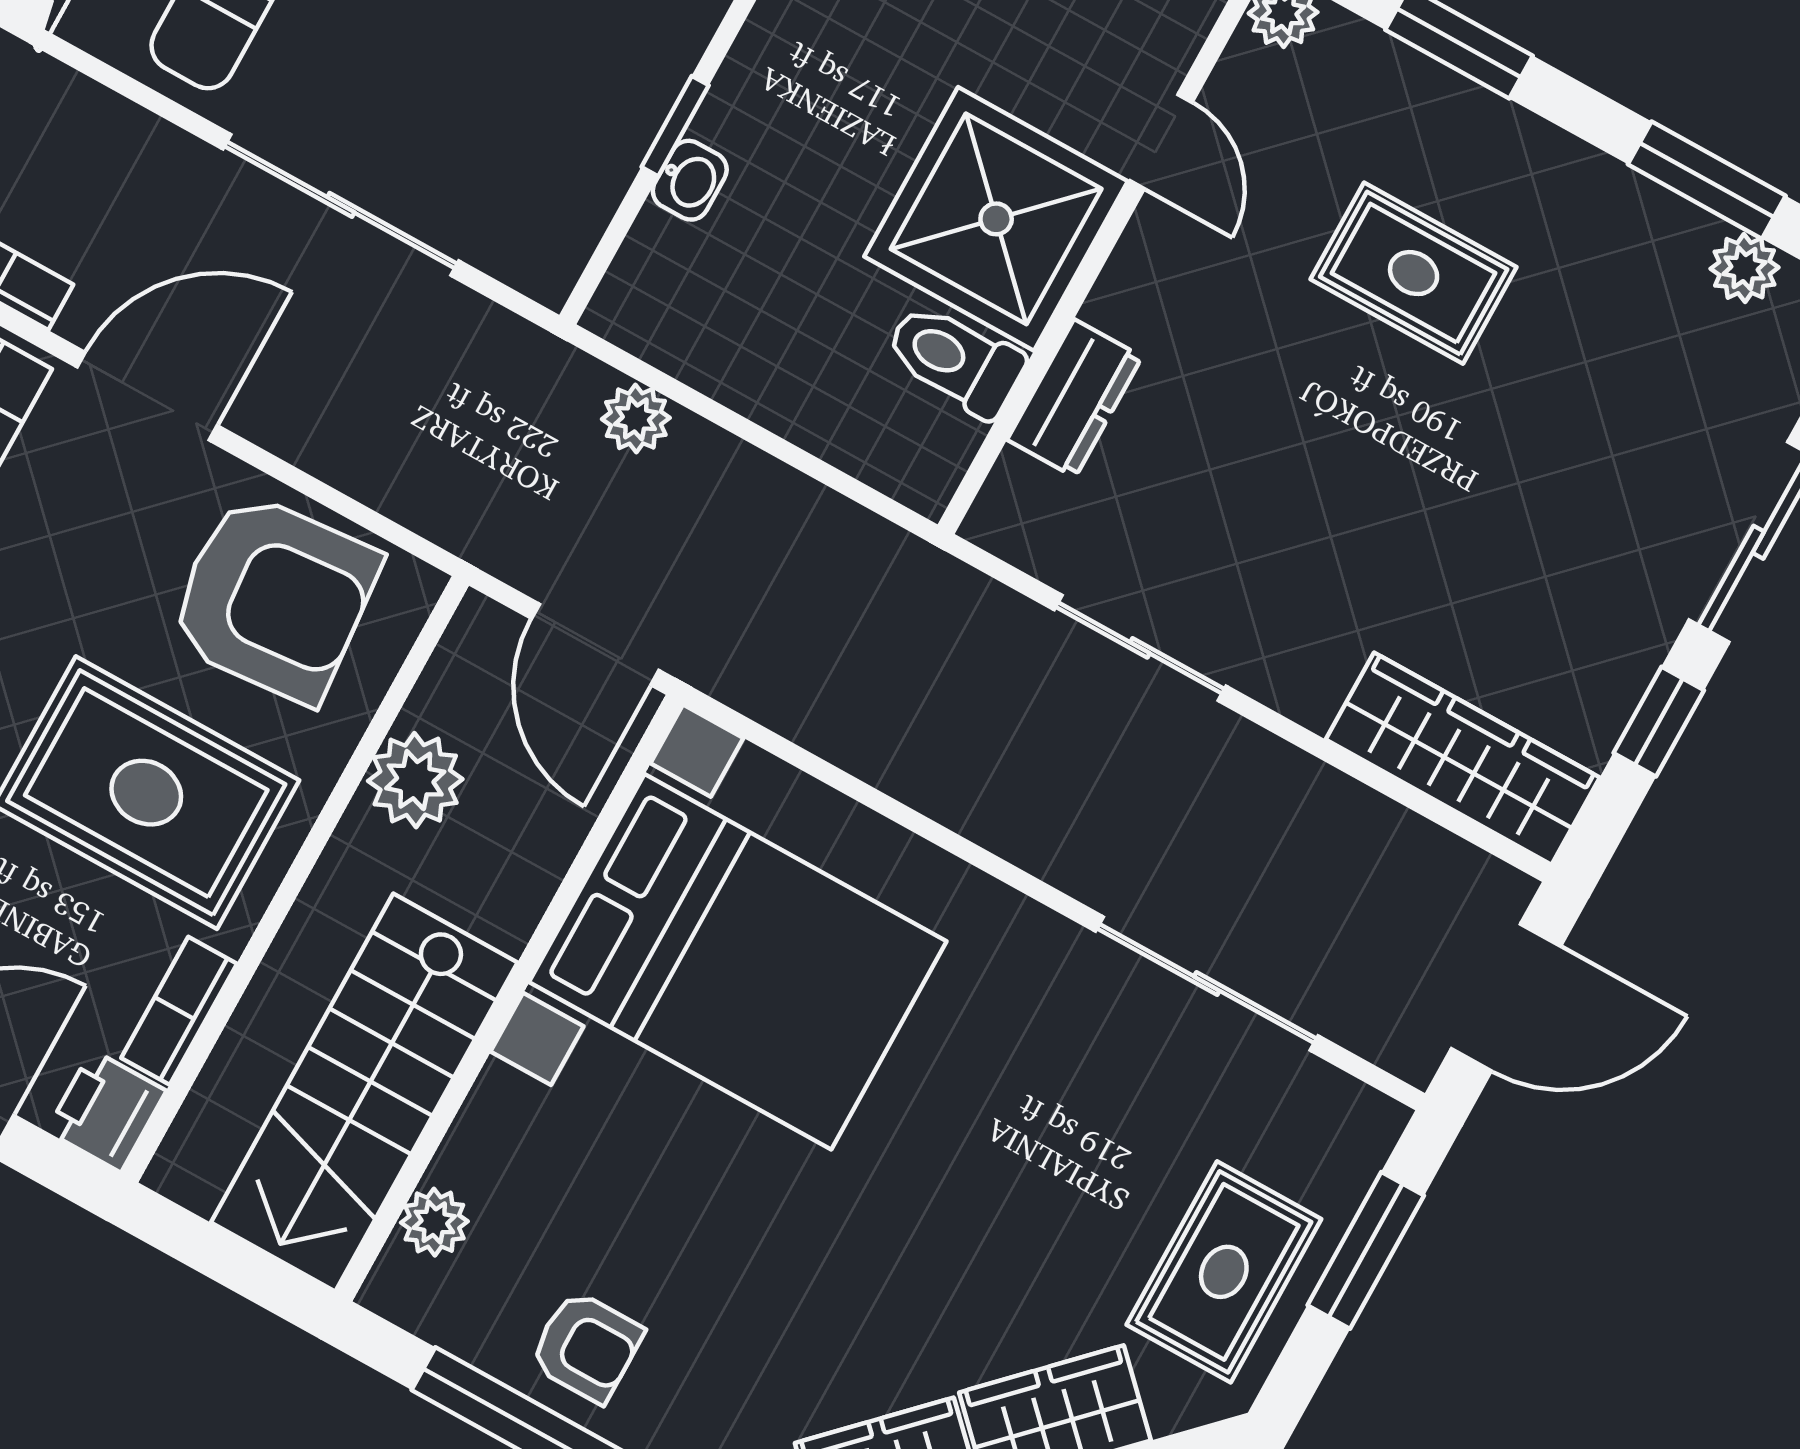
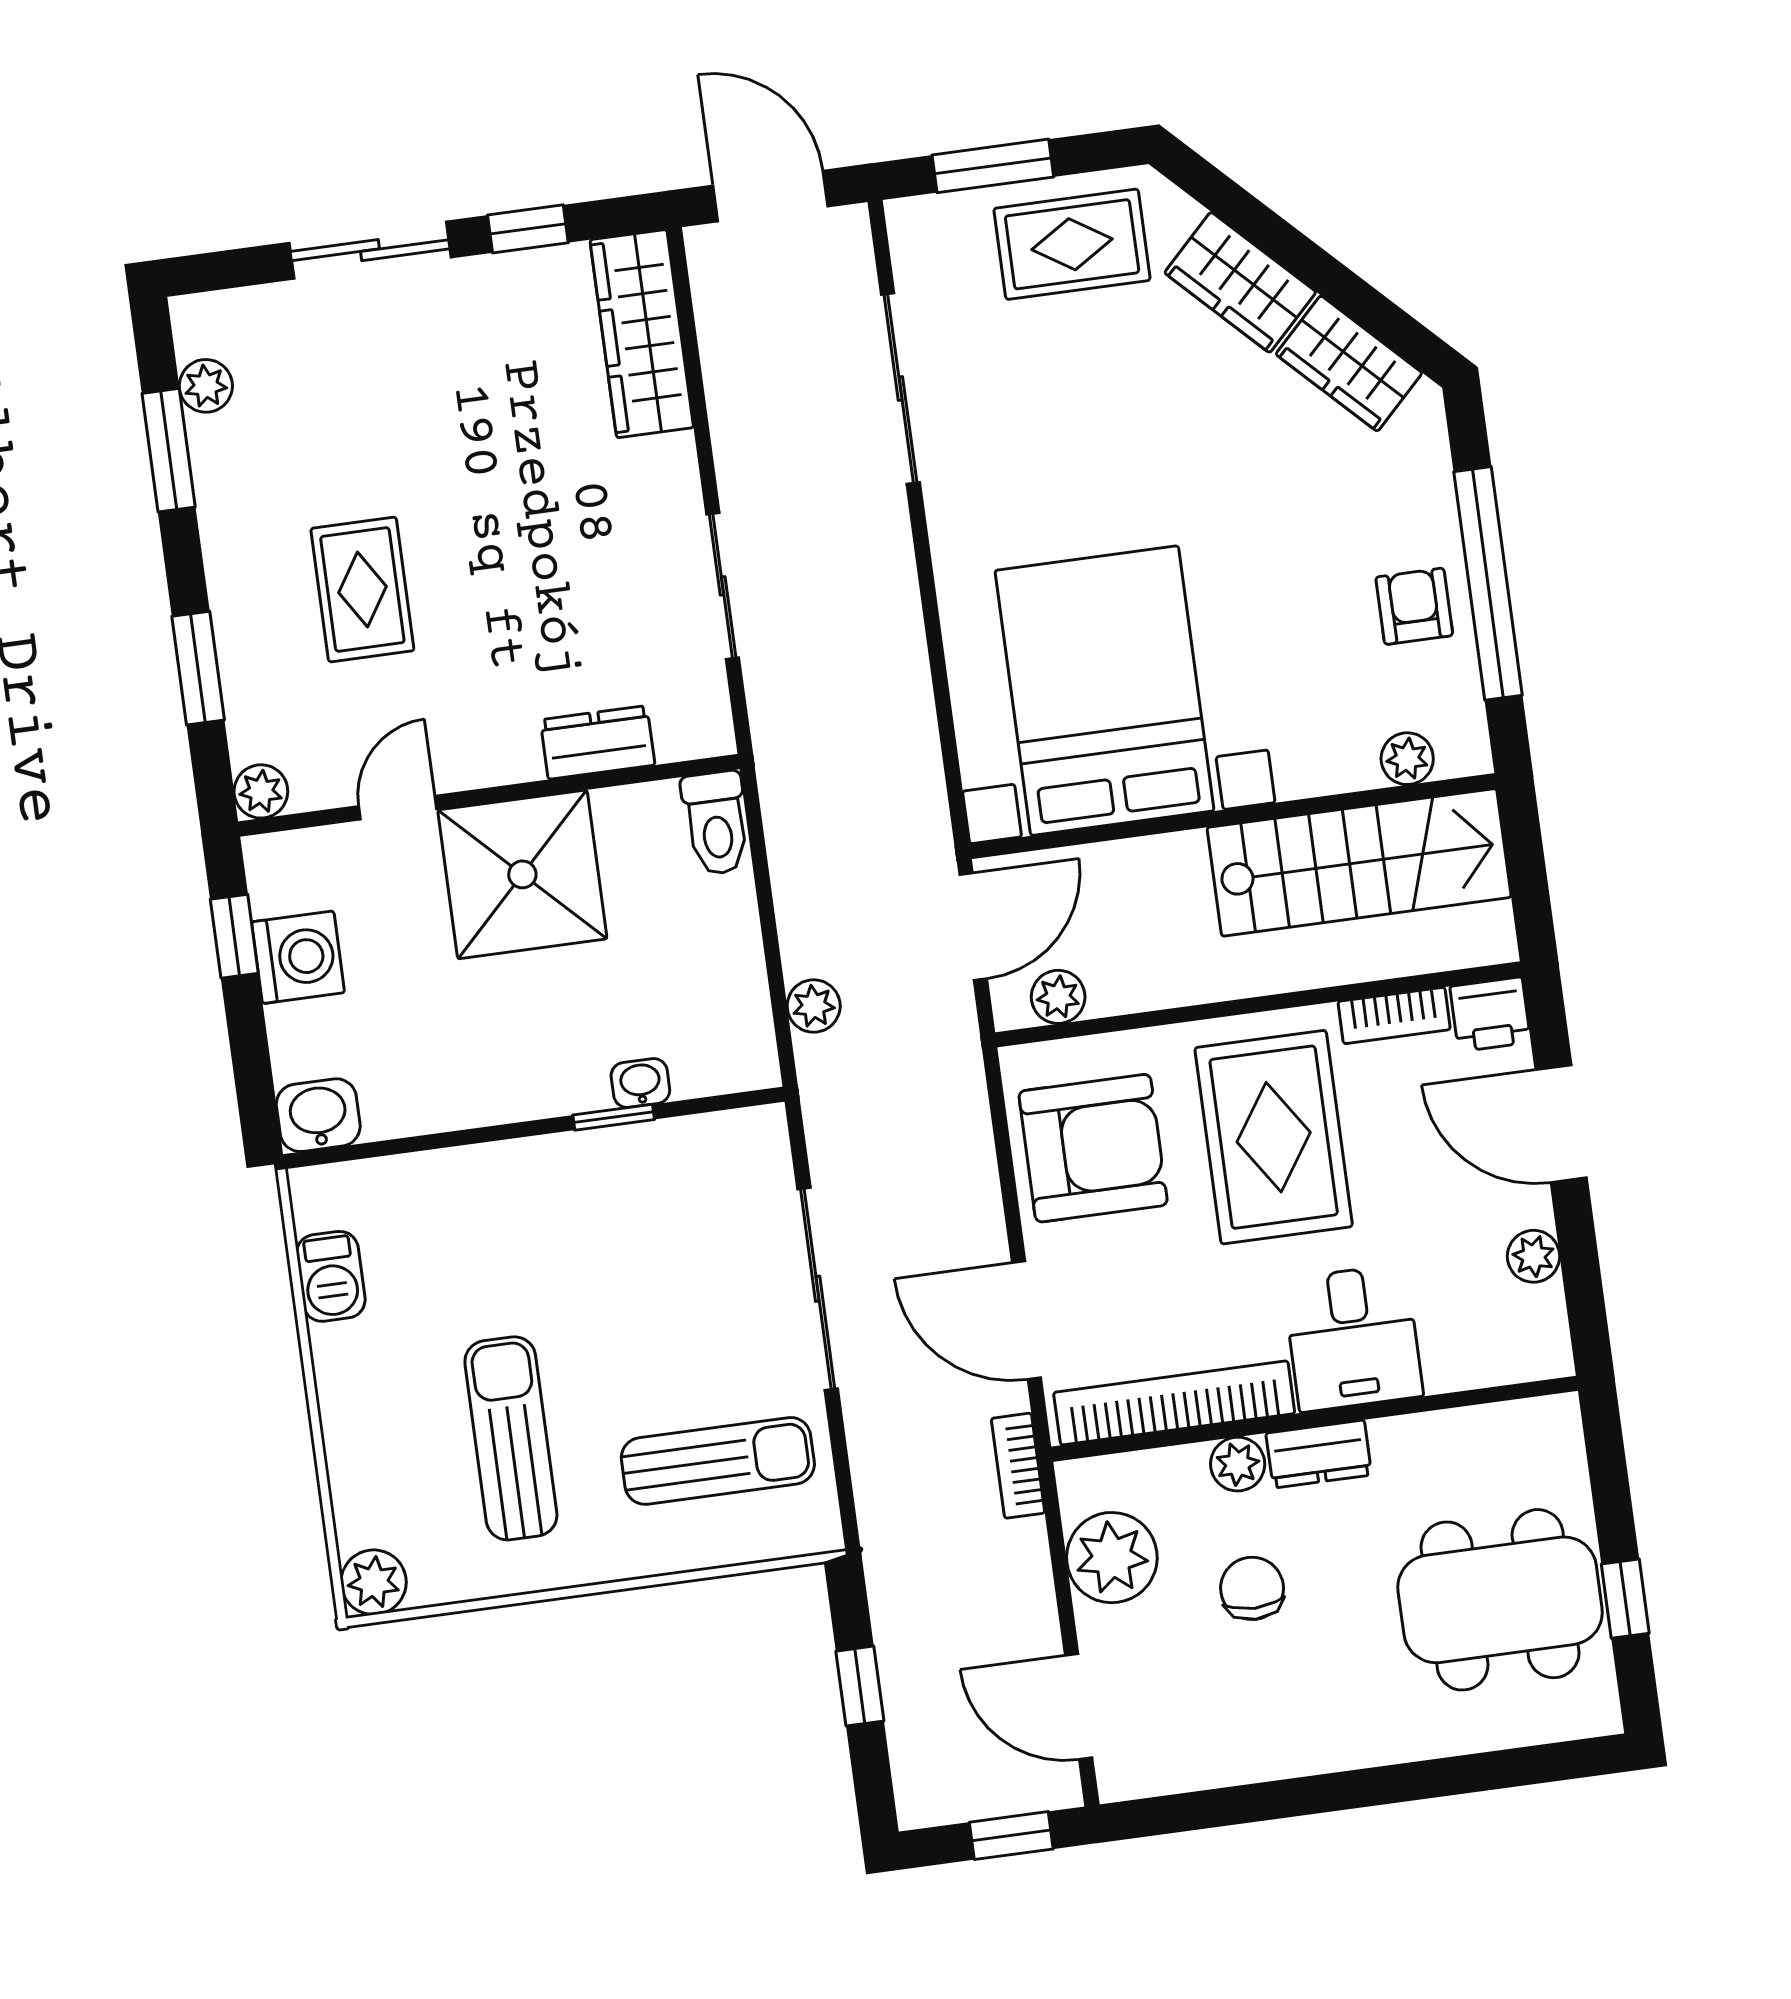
toilet: (955, 360) -> (716, 823), moved
armchair: (274, 598) -> (1093, 1148), turned 95
plant: (415, 780) -> (1058, 997), moved, width x0.73, depth x0.73

